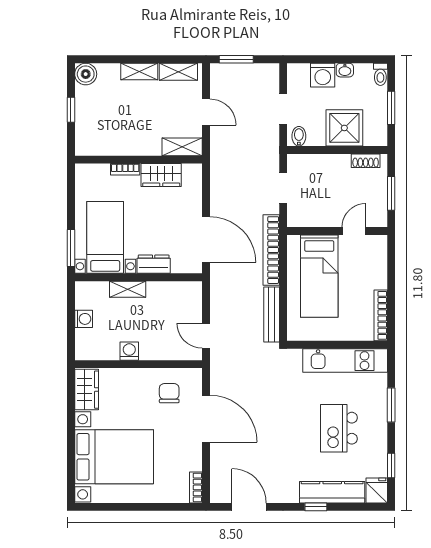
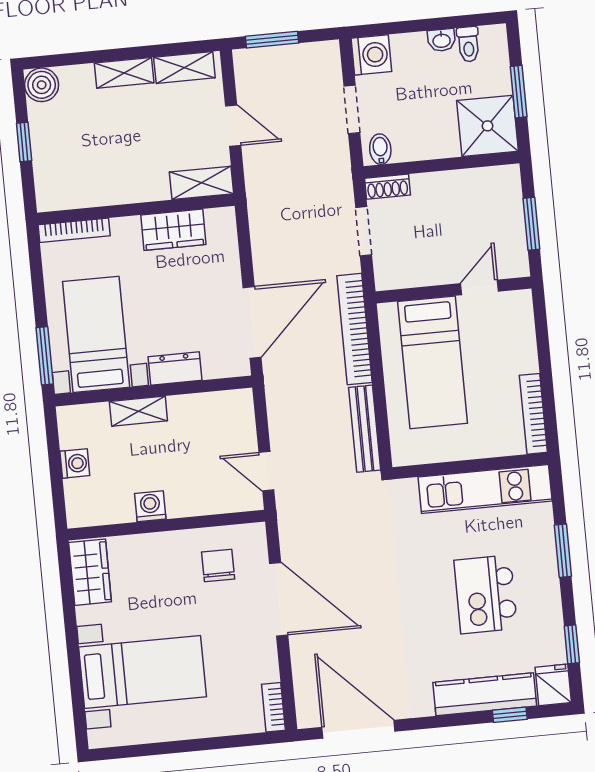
toilet: (380, 74) -> (468, 44), moved
washing machine: (323, 75) -> (371, 55), moved, turned -90
shower: (344, 128) -> (488, 126), moved
shoe rack: (366, 161) -> (387, 187), moved
bookcase: (125, 169) -> (74, 230), moved, width x1.56
door: (206, 239) -> (252, 322), hinge flipped
bed with nightstands: (114, 457) -> (143, 672), width x0.73
door: (249, 507) -> (358, 729), width x1.36
window: (316, 507) -> (510, 715), moved

